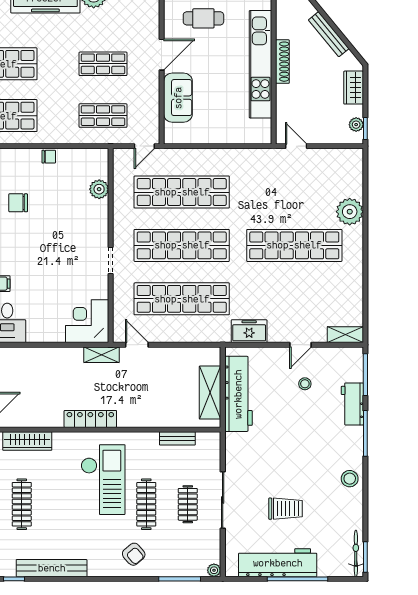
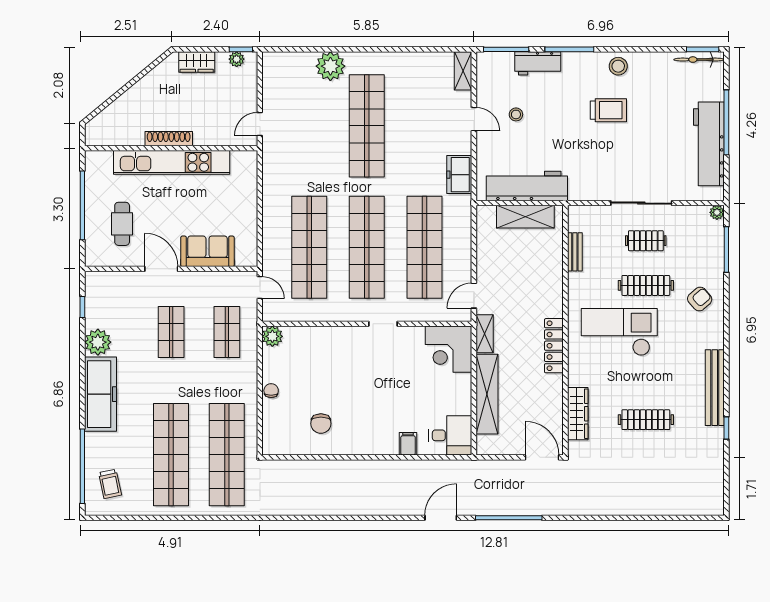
bench: (329, 34) -> (139, 89), removed
plant: (99, 189) -> (272, 336), moved
shelving: (45, 357) -> (487, 394), added
trolley: (286, 509) -> (608, 110), moved, turned 90

